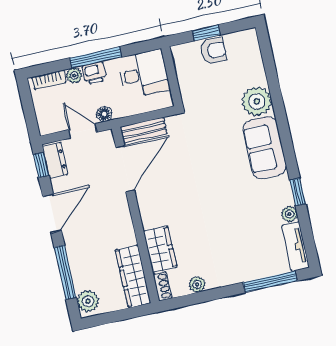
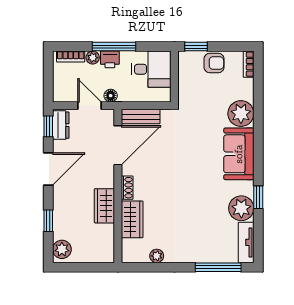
window: (206, 33) -> (196, 47), moved
bookcase: (253, 43) -> (249, 64), added
plant: (289, 214) -> (241, 208), width x1.87, depth x1.87
window: (65, 272) -> (48, 221), width x0.46
wardrobe: (133, 276) -> (104, 206), moved, width x0.67
shoe rack: (163, 286) -> (127, 188), moved

